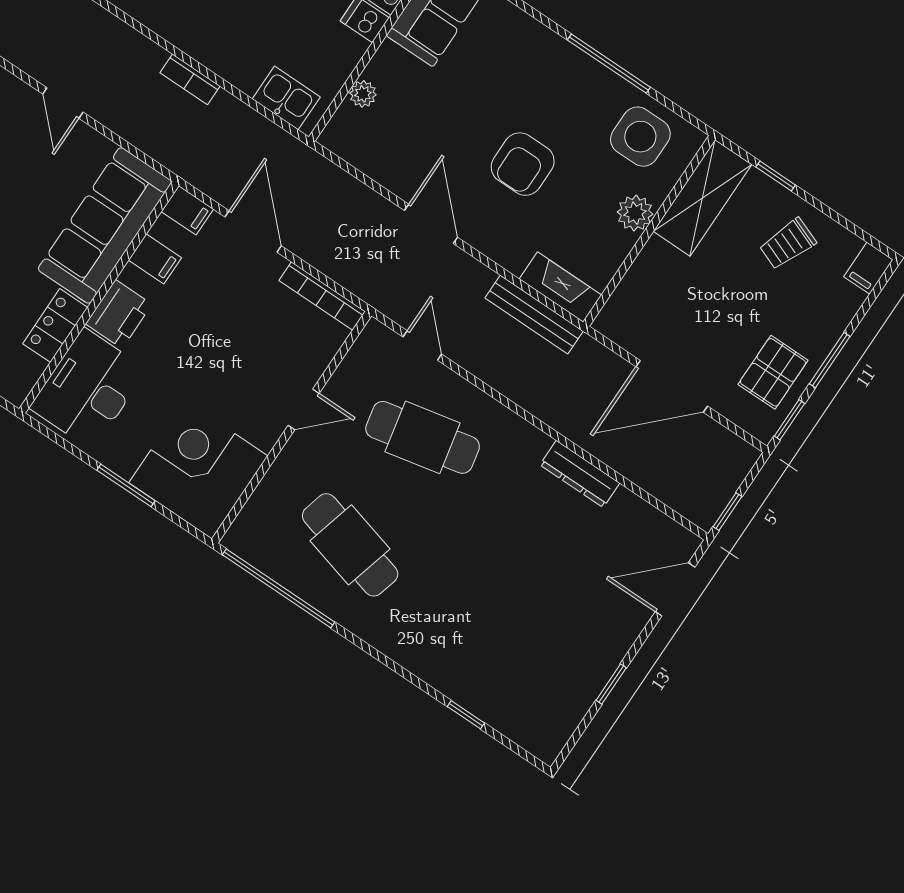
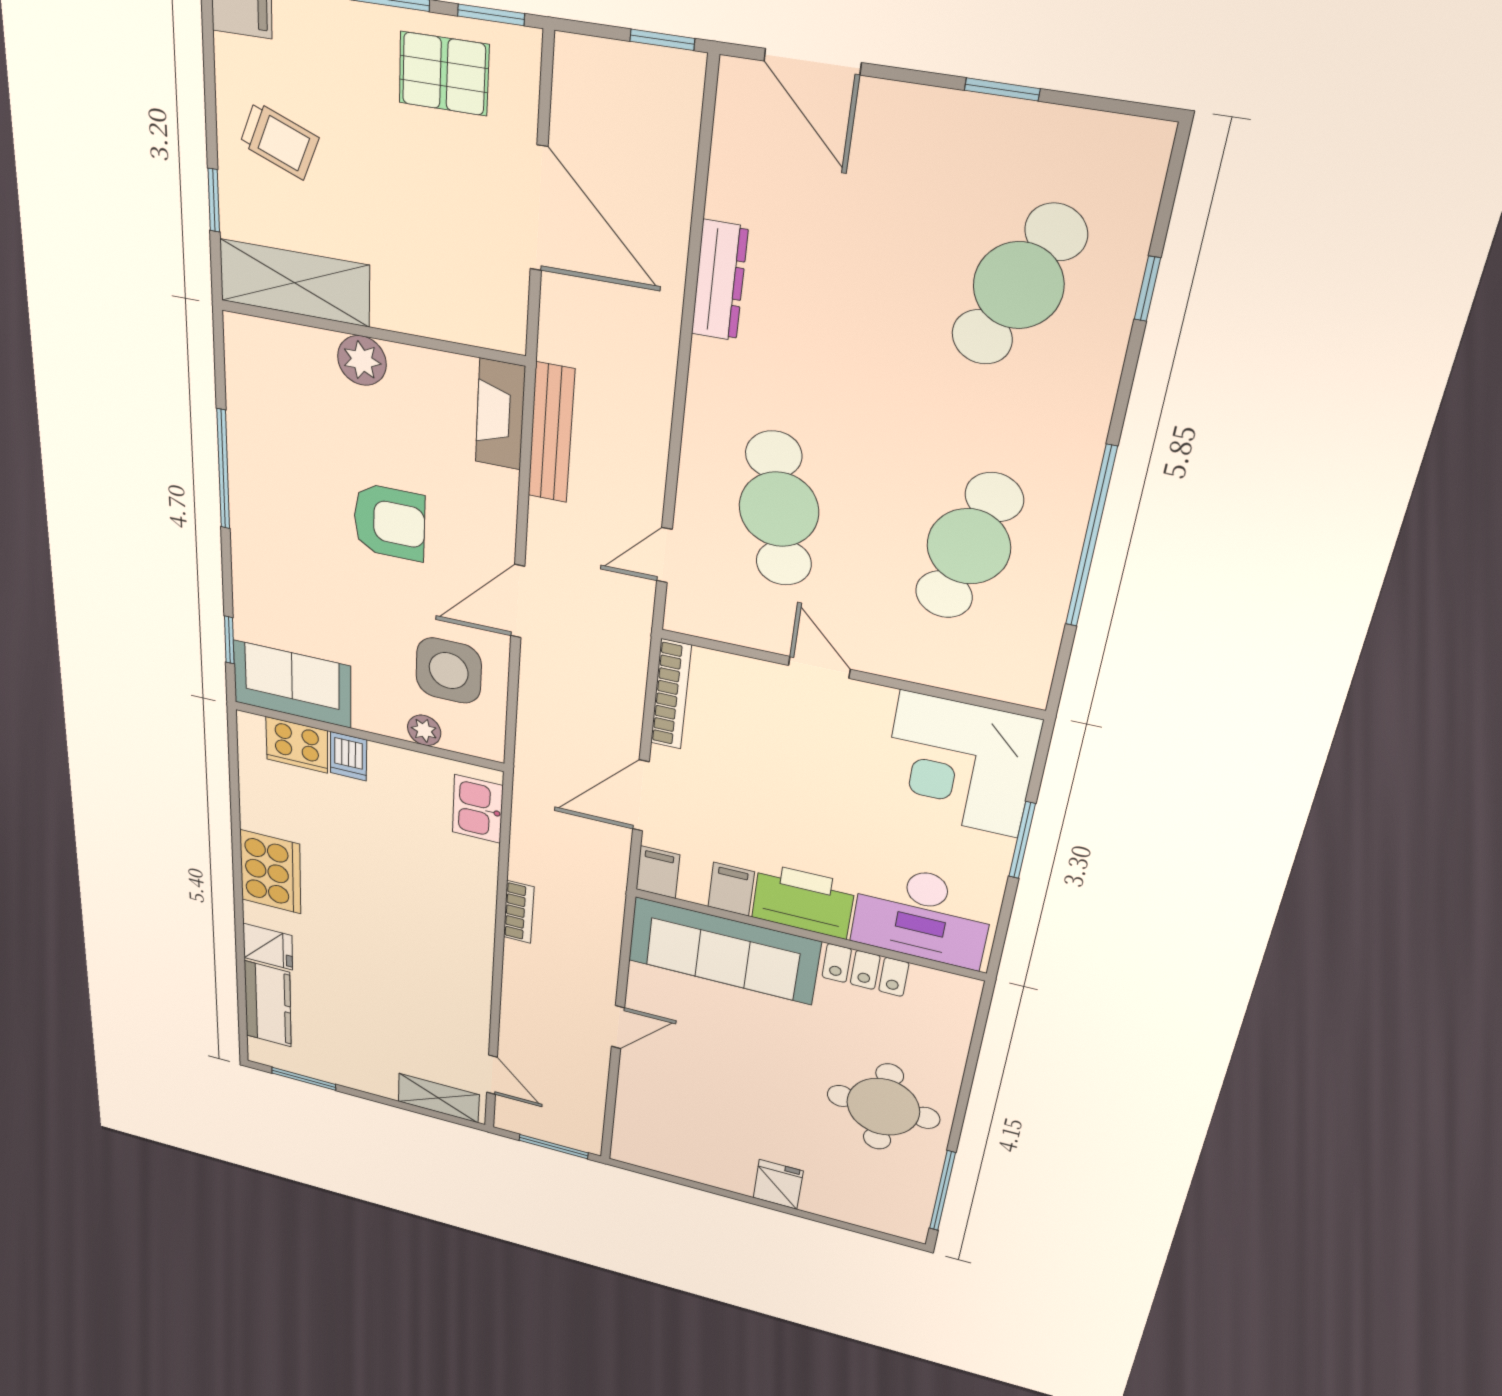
side table: (640, 137) -> (449, 671), moved
printer: (119, 314) -> (803, 901), width x1.37, depth x1.19
window: (279, 588) -> (1091, 537), moved
cafe table: (499, 646) -> (1019, 285), added

